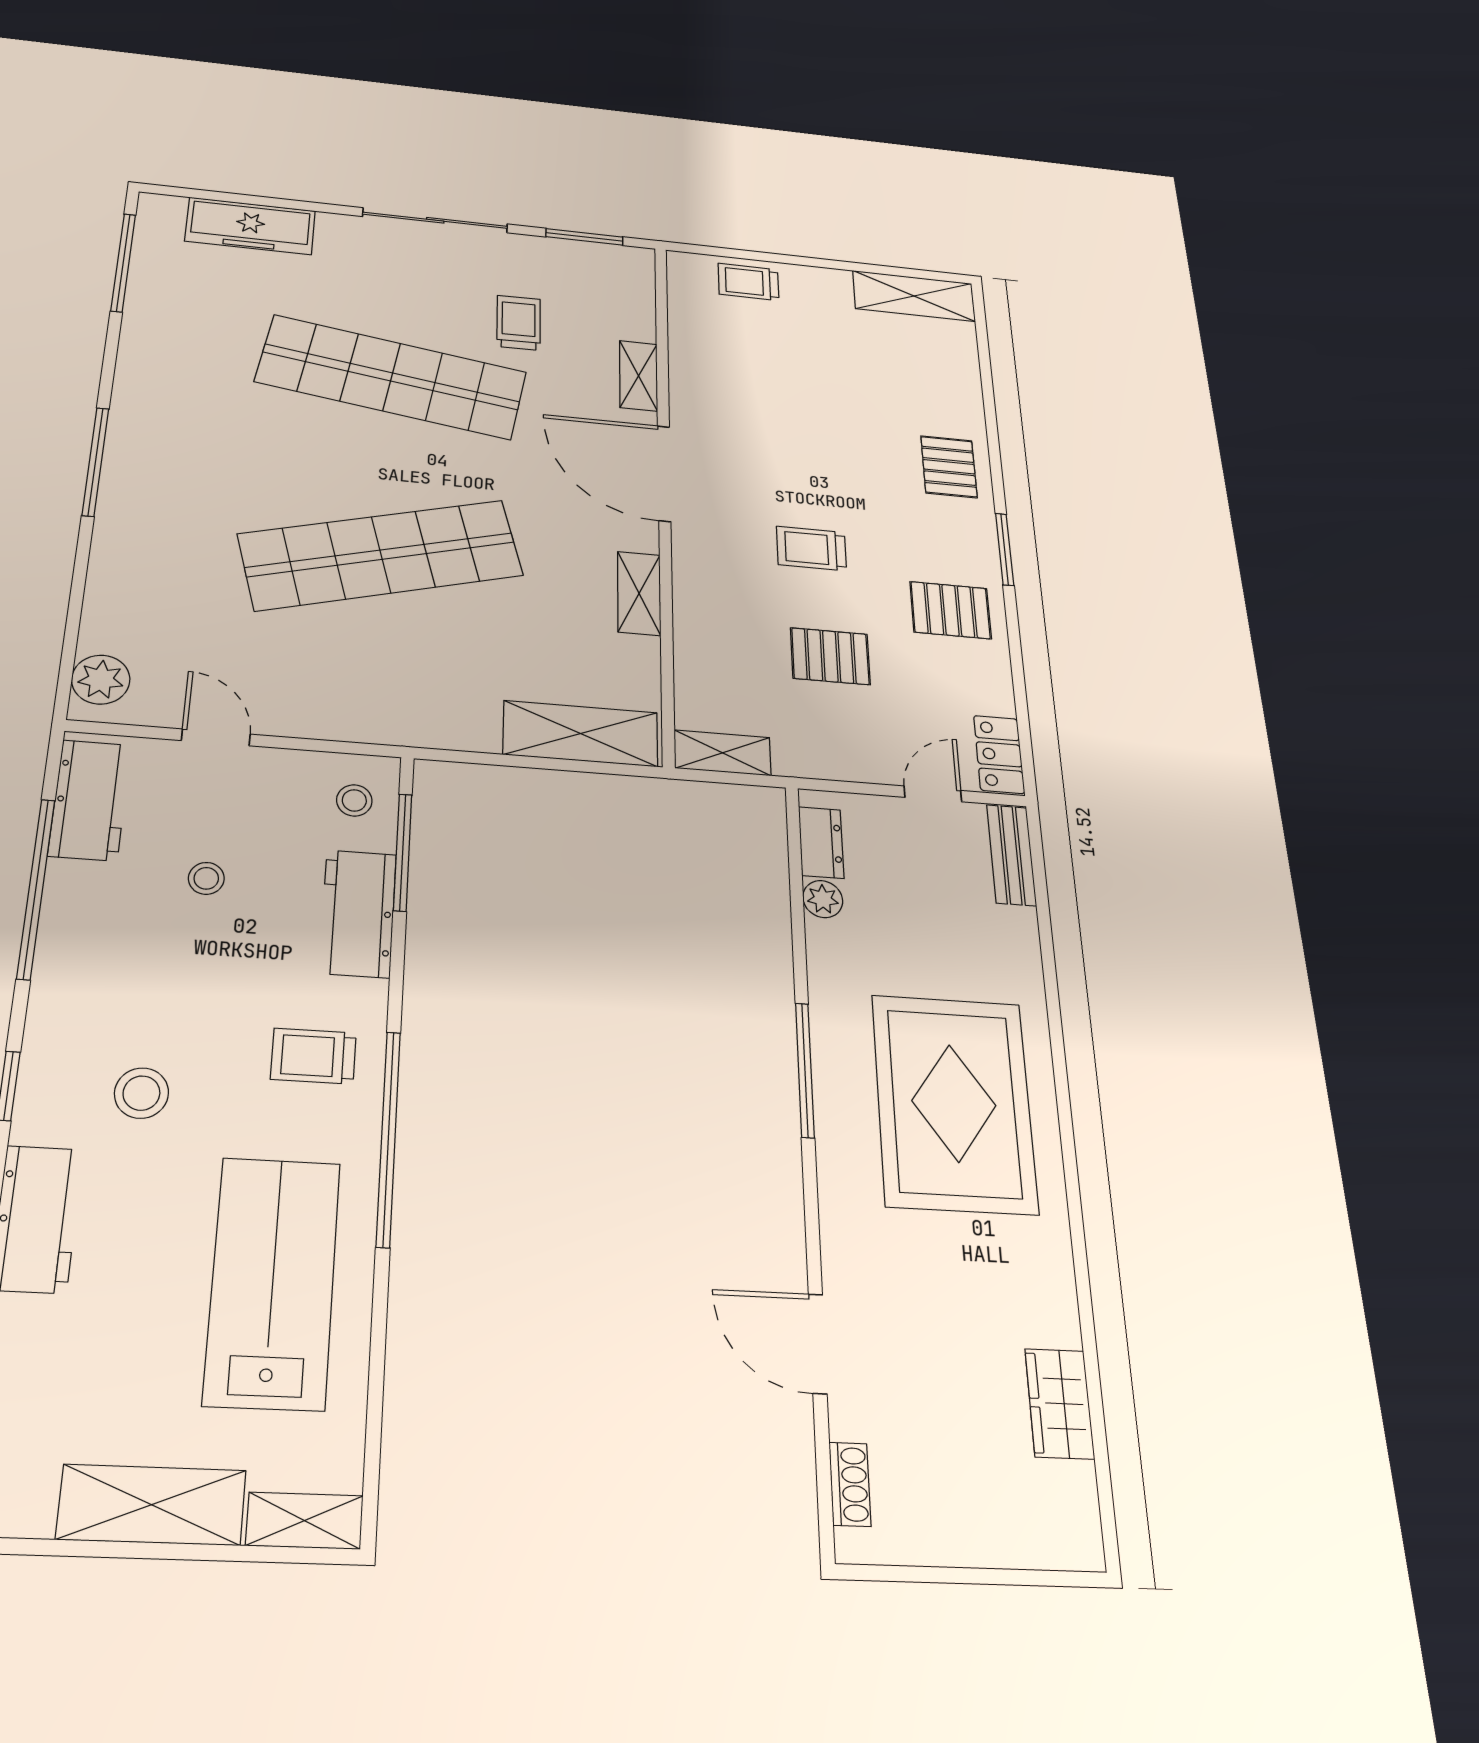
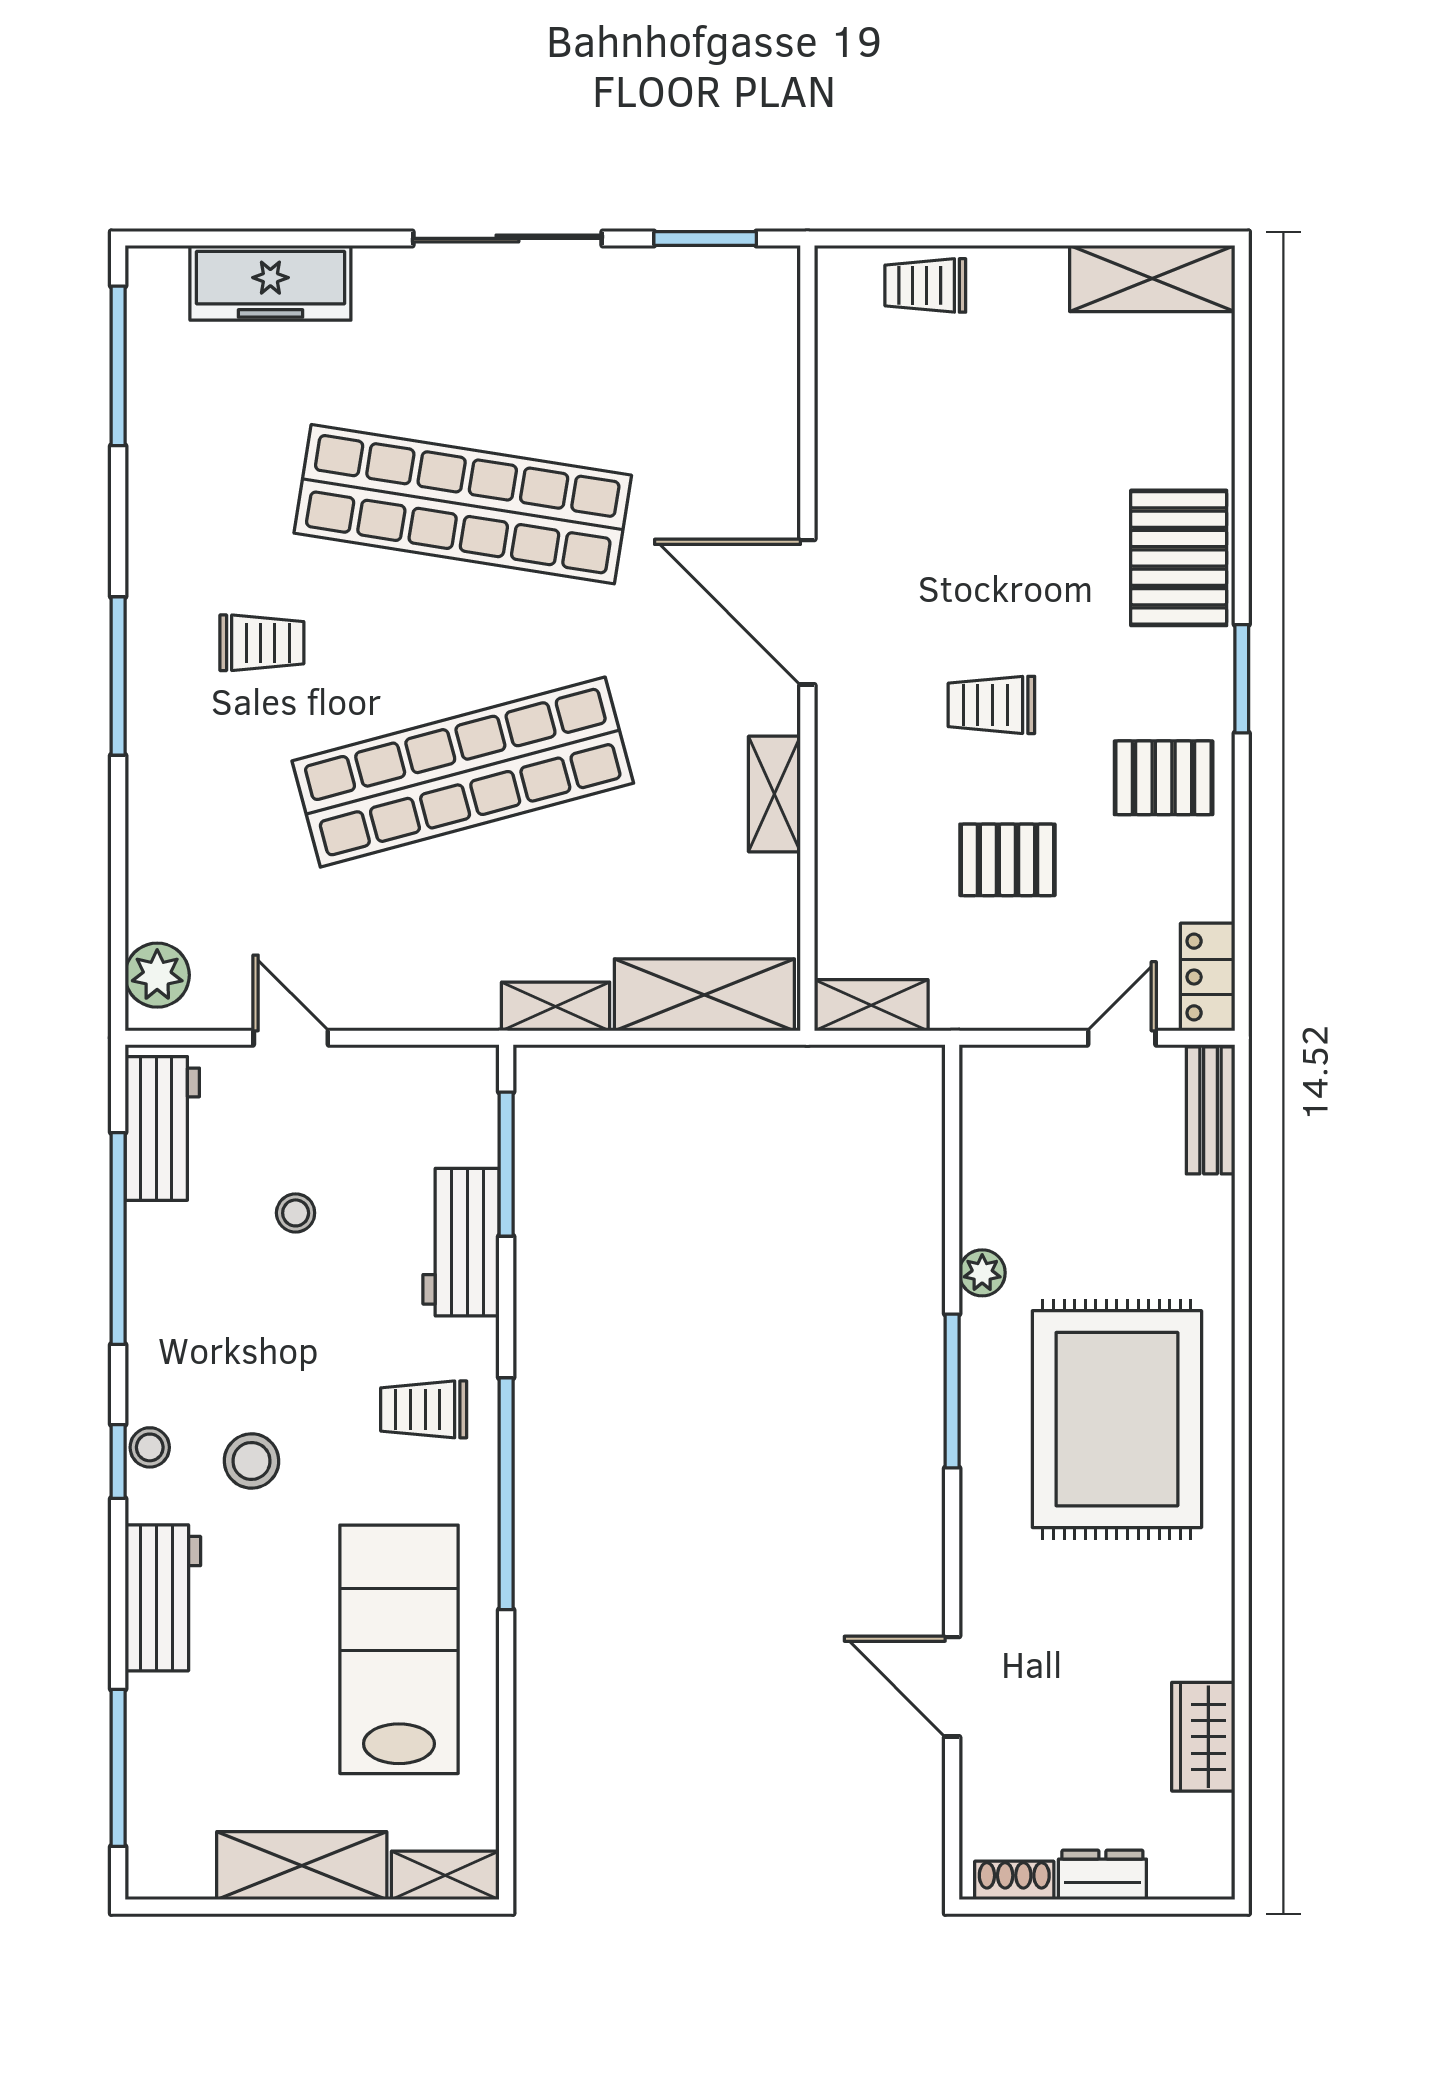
trolley: (519, 323) -> (262, 643), moved, turned 91
shelving: (638, 376) -> (556, 1006), moved, turned 90
pallet: (949, 467) -> (1179, 558), width x1.50, depth x1.42
stool: (354, 800) -> (150, 1447), moved
dresser: (821, 843) -> (1102, 1875), moved, turned -90
plant: (823, 899) -> (982, 1273), moved
shoe rack: (850, 1484) -> (1014, 1880), moved, turned -90

